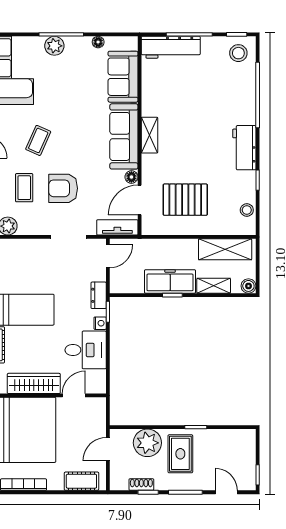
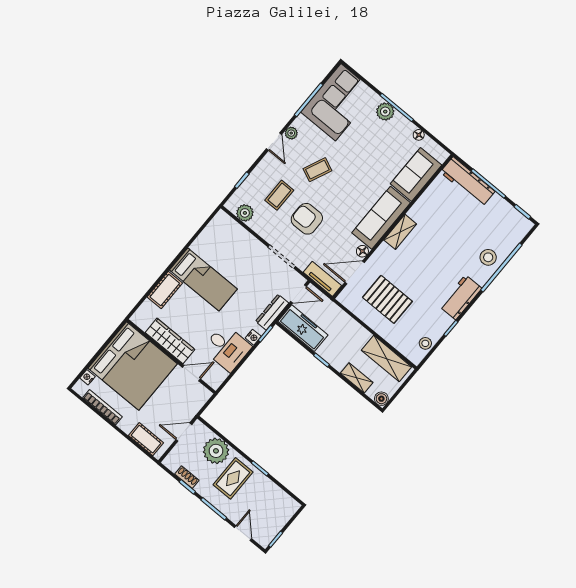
stool: (238, 53) -> (488, 257), moved
freezer: (170, 281) -> (303, 328), moved
dresser: (99, 295) -> (272, 312), width x1.44

